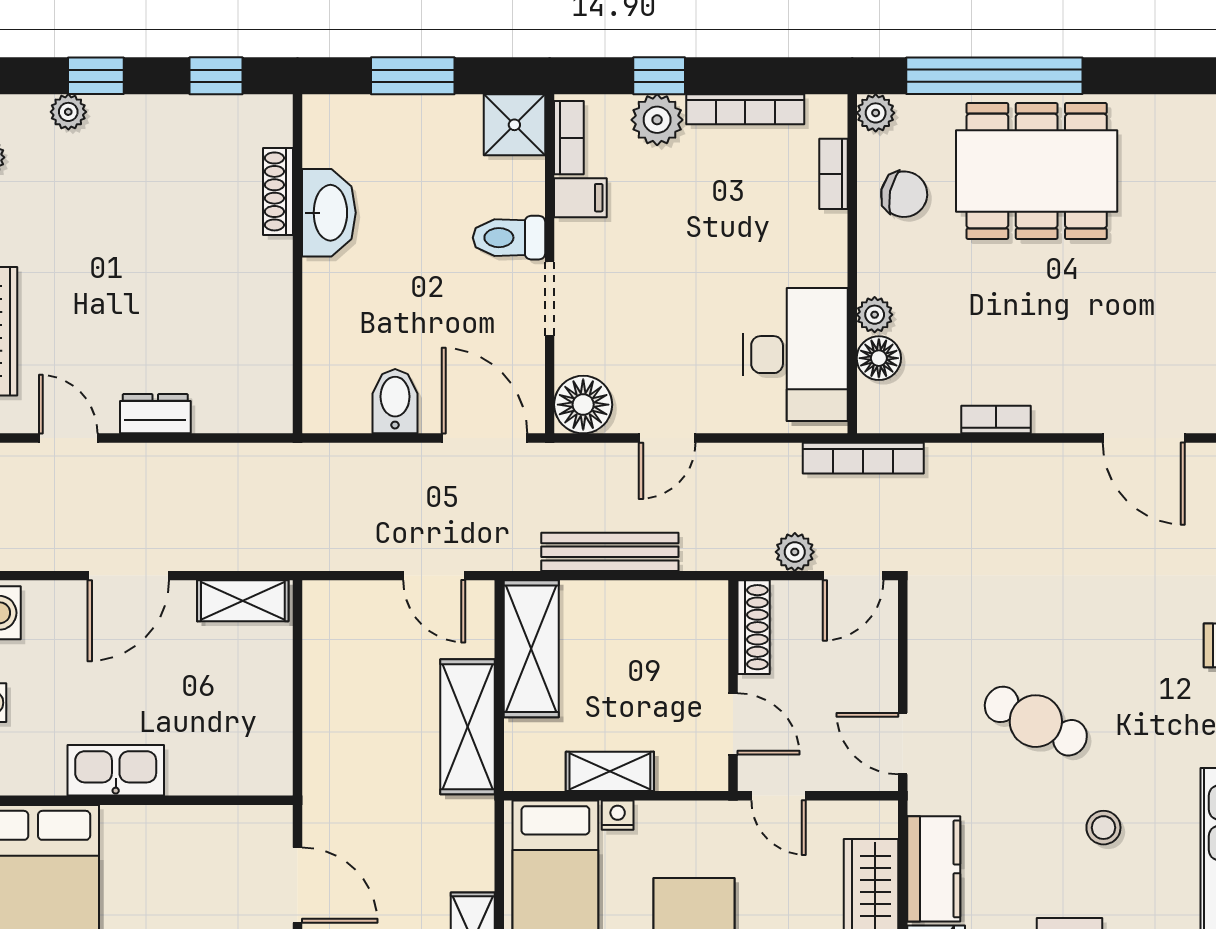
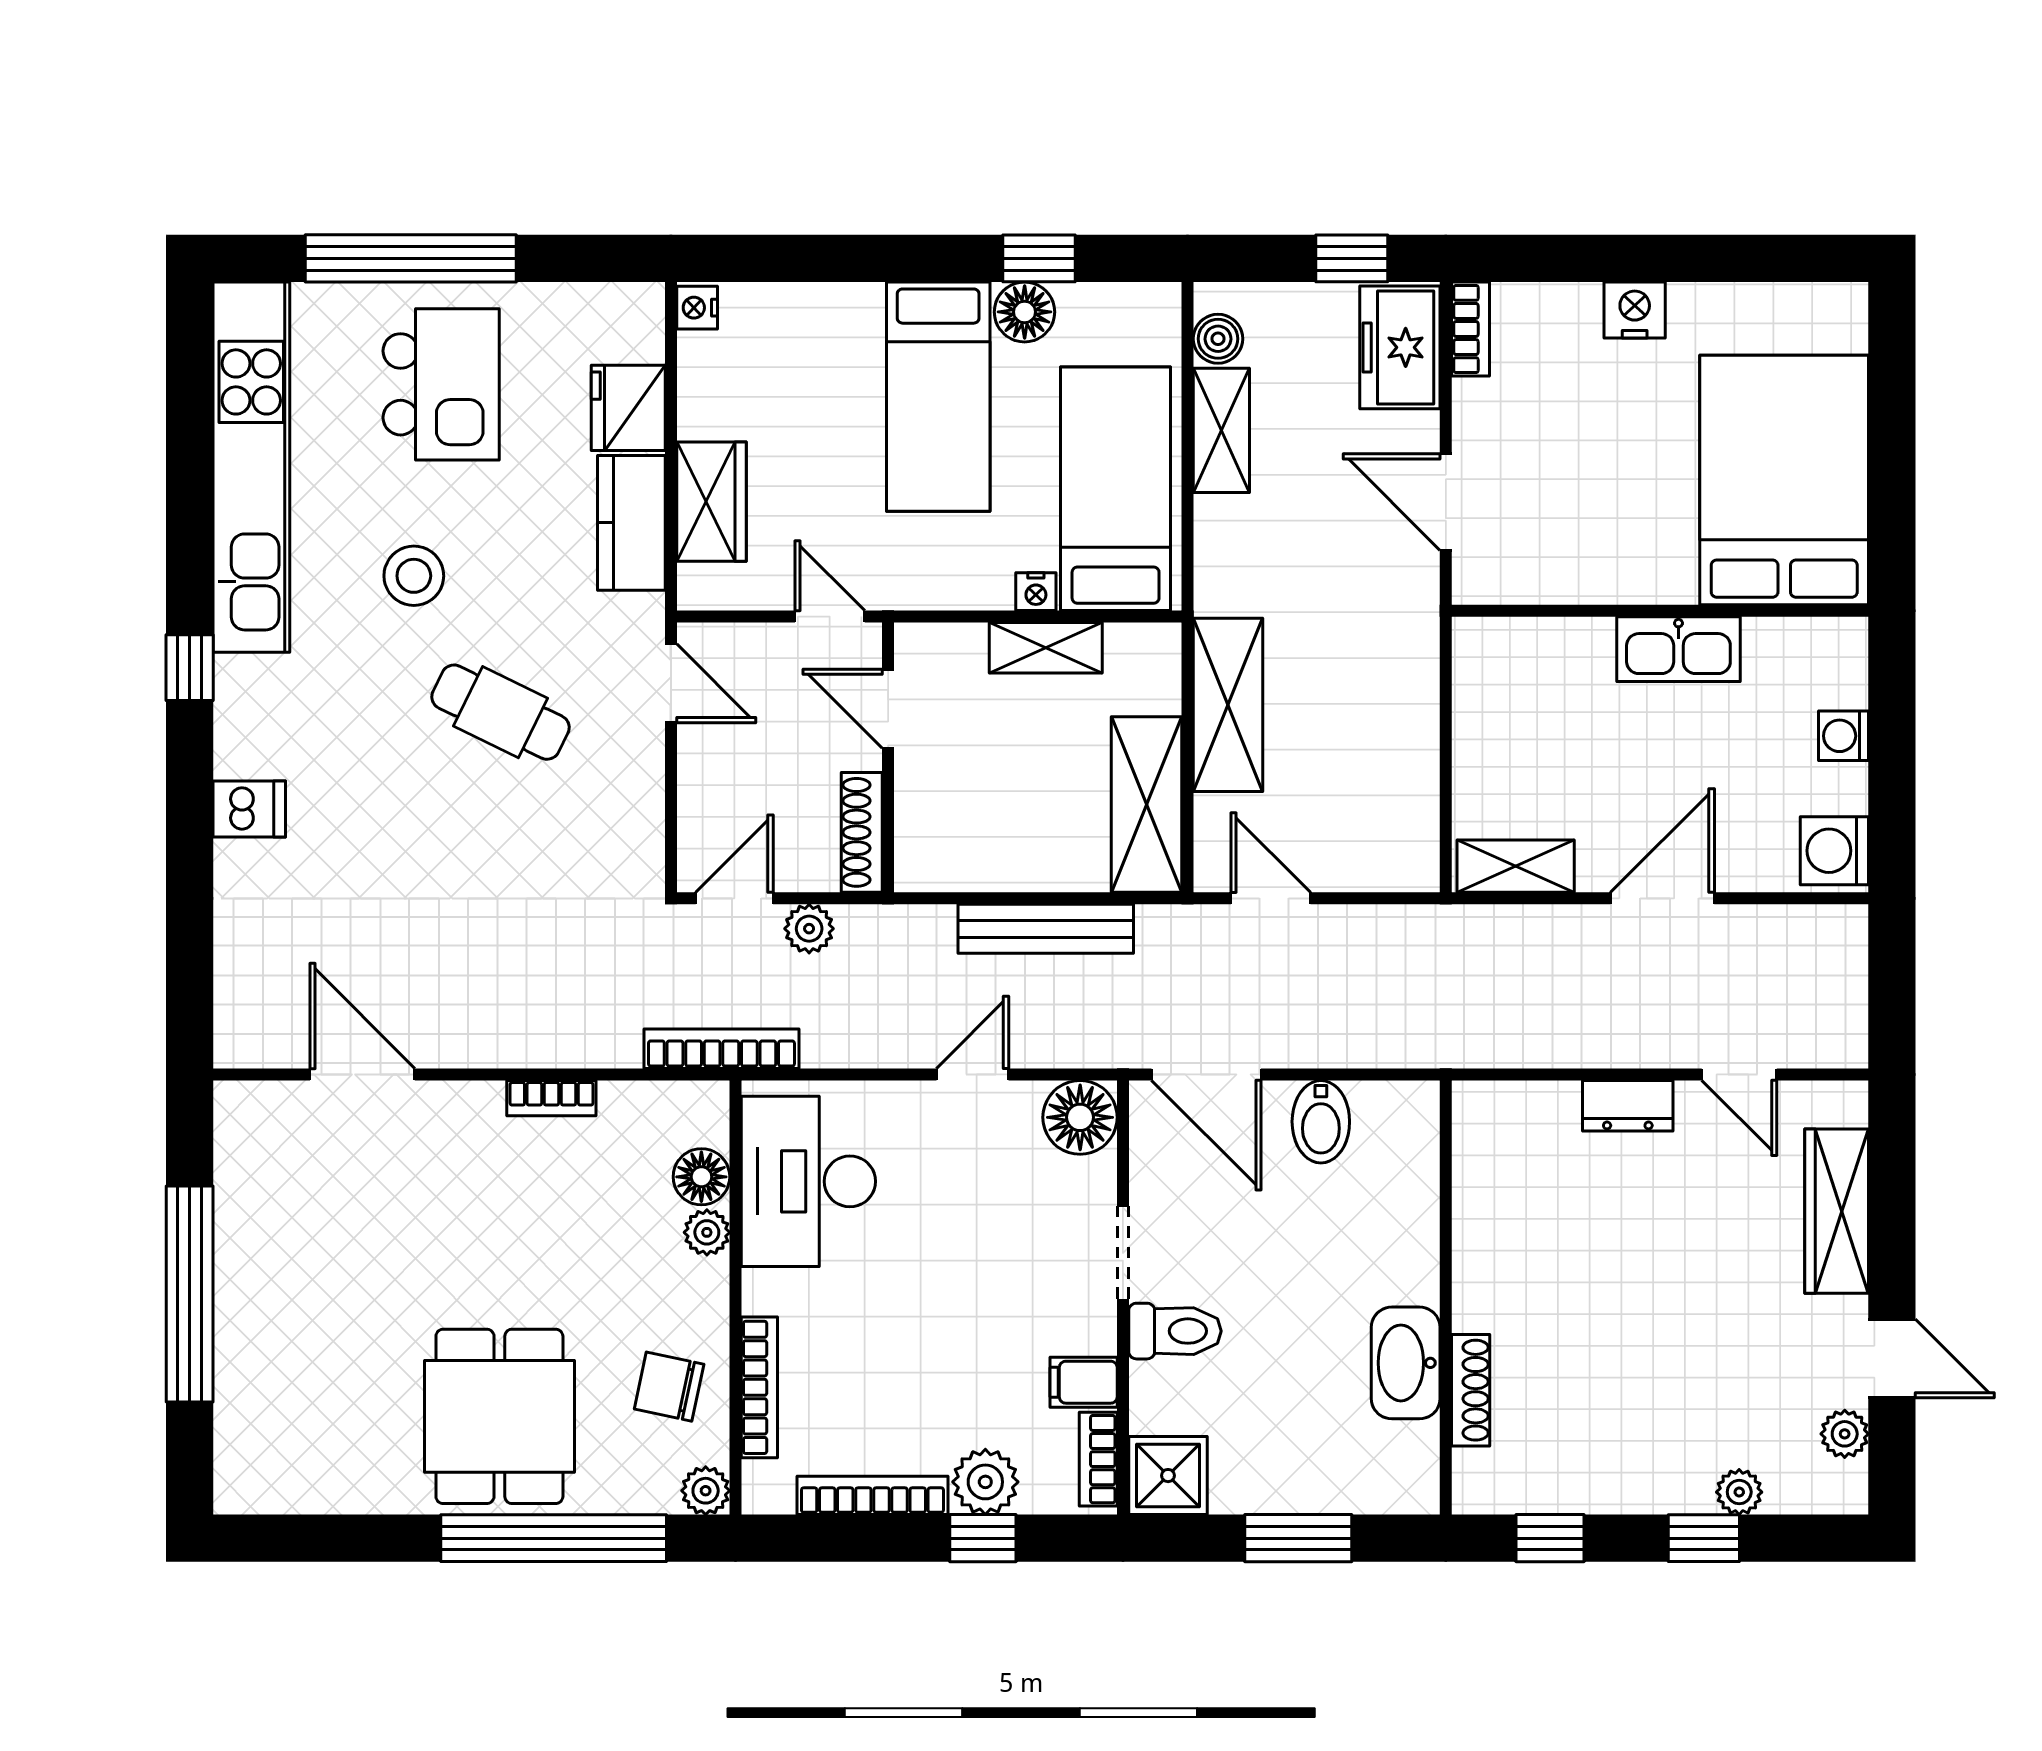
dining table: (1037, 171) -> (499, 1416), width x0.73
bookcase: (834, 174) -> (759, 1387), width x1.56
stool: (1103, 828) -> (414, 576), width x1.37, depth x1.37

